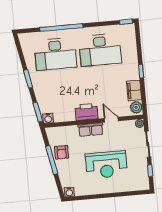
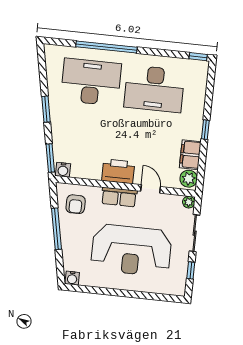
desk: (55, 54) -> (91, 82), turned 180
armchair: (62, 152) -> (76, 204), moved
reception desk: (106, 165) -> (131, 250), width x1.36, depth x1.30

